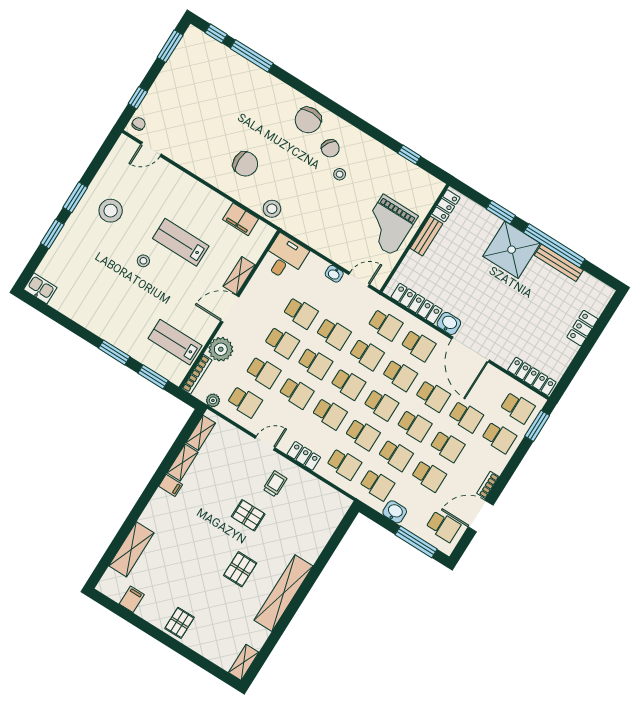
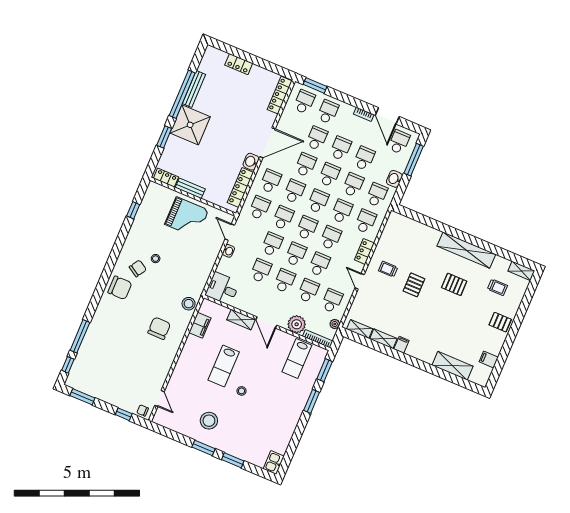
trolley: (227, 627) -> (497, 287), added

